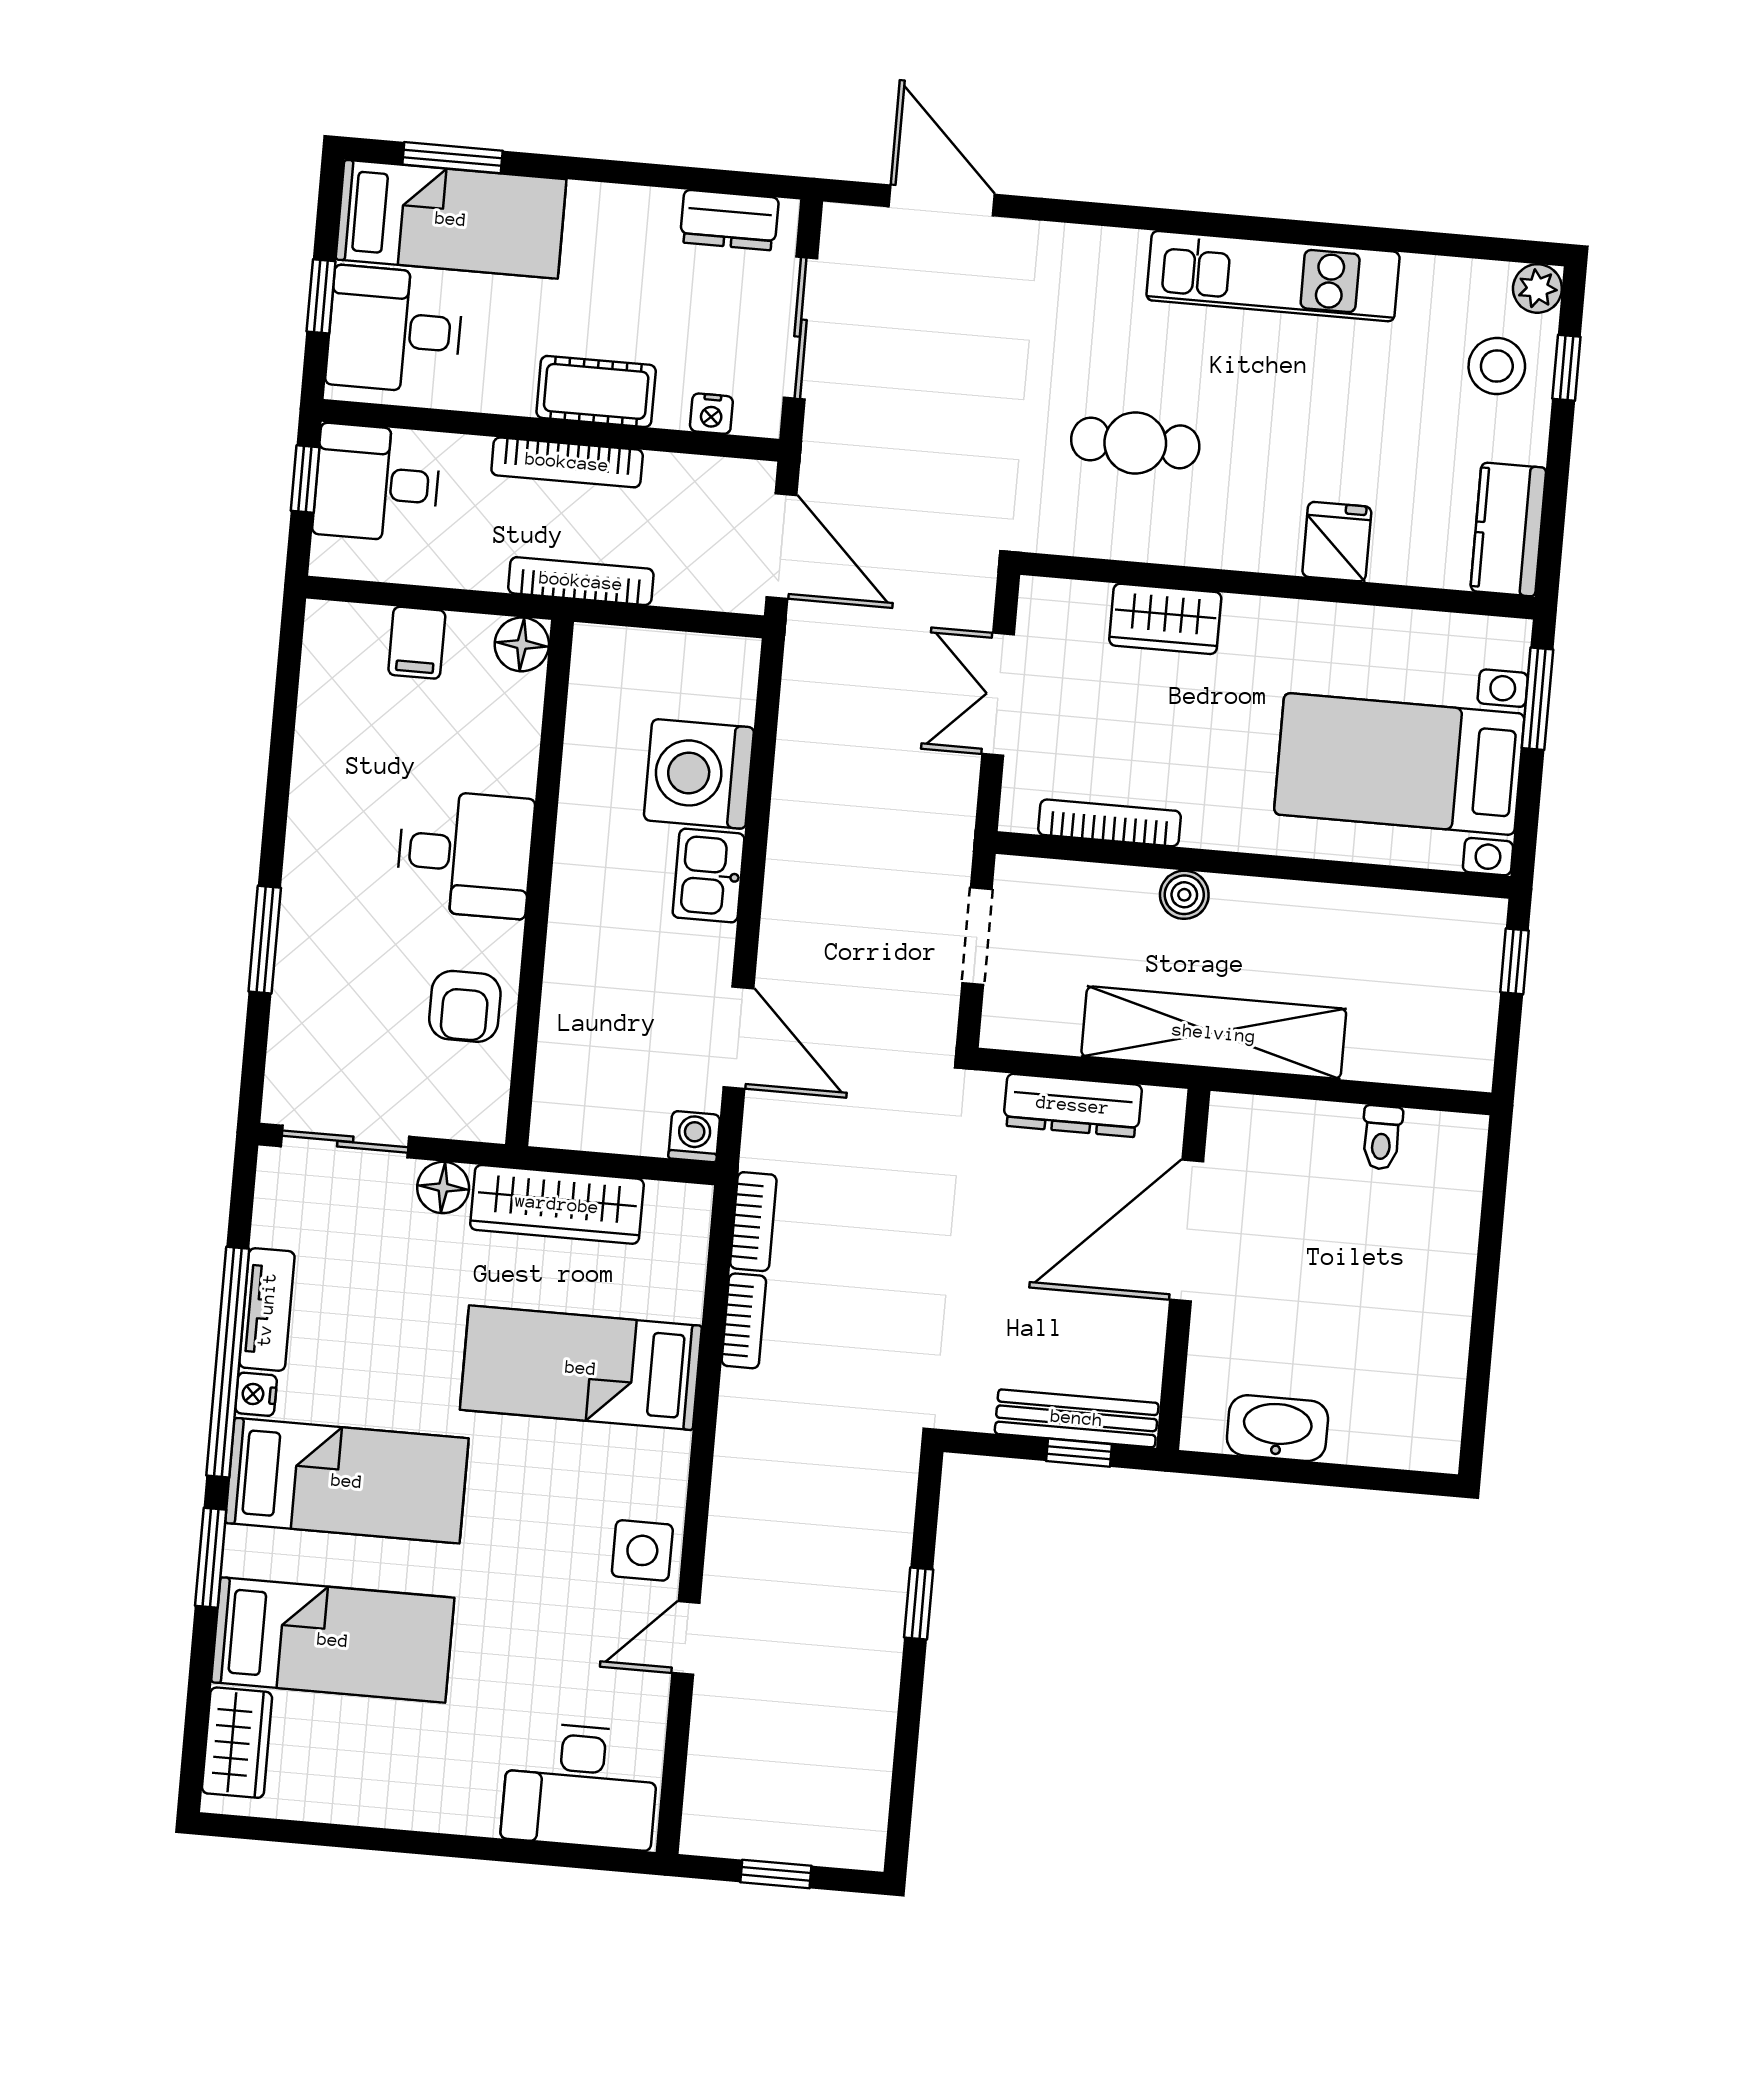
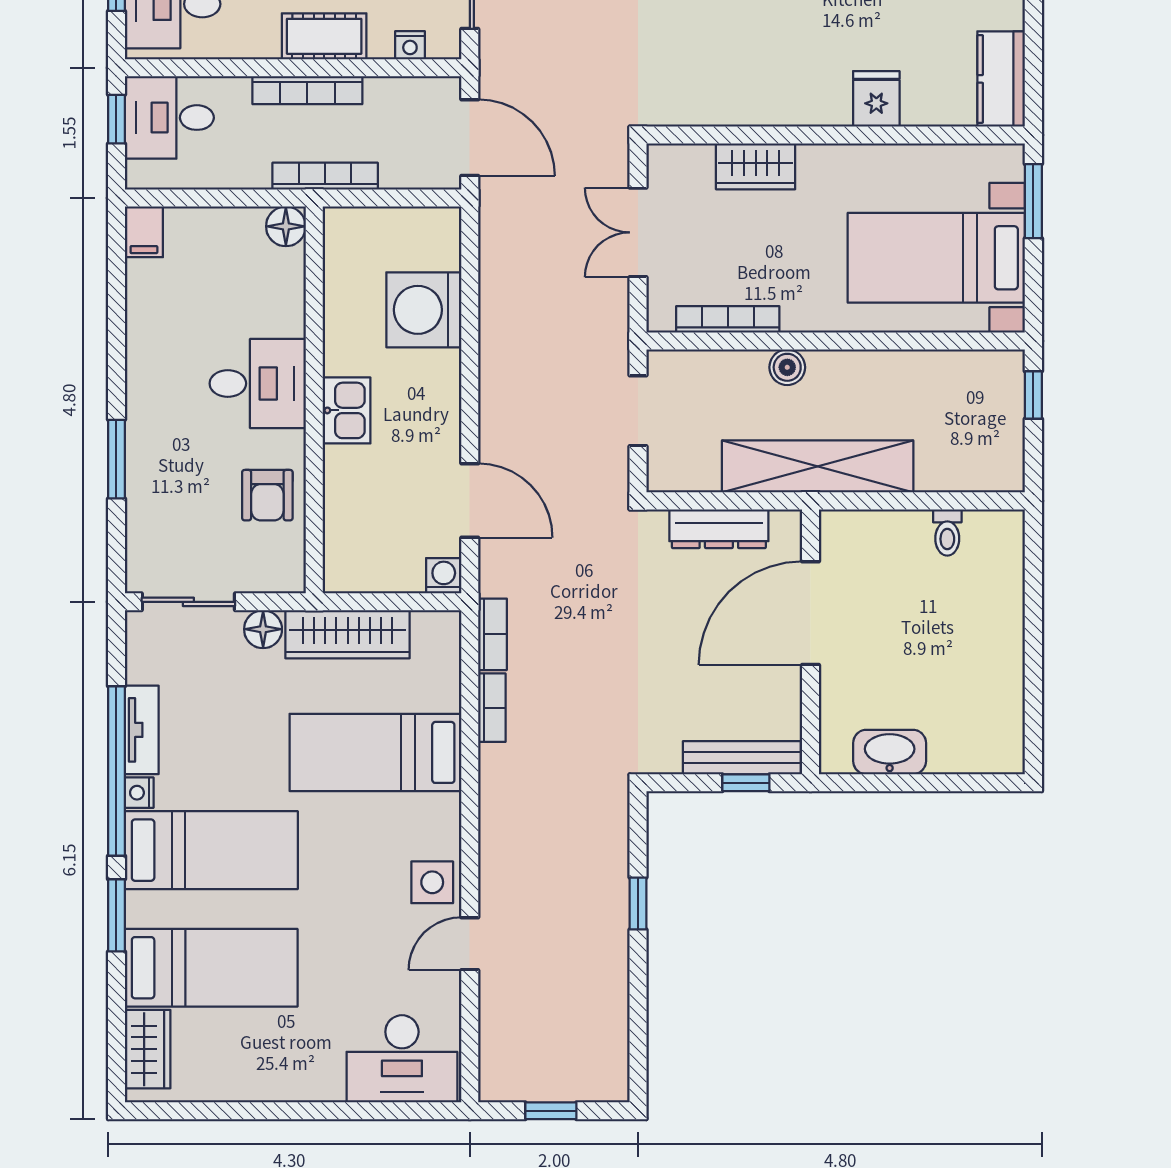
cafe table: (1135, 443) -> (722, 39), removed
filing cabinet: (417, 643) -> (144, 232), moved
kitchen sink: (709, 876) -> (346, 410), moved, turned 180

